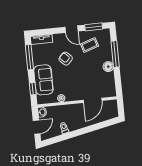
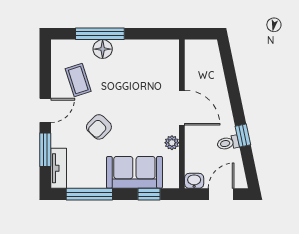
window: (94, 27) -> (45, 150), moved
floor lamp: (108, 67) -> (103, 49), moved
door: (93, 100) -> (182, 108), moved
door: (37, 127) -> (221, 194), hinge flipped
window: (69, 135) -> (243, 136), added

